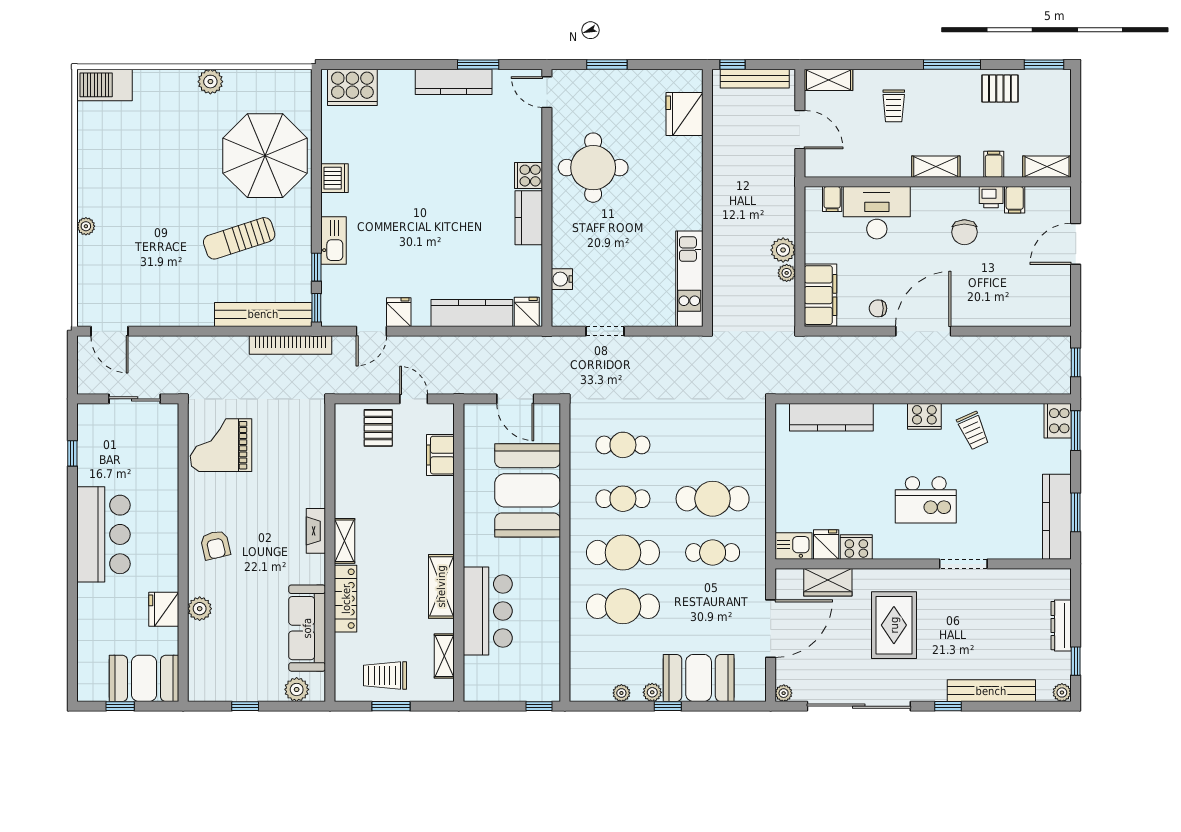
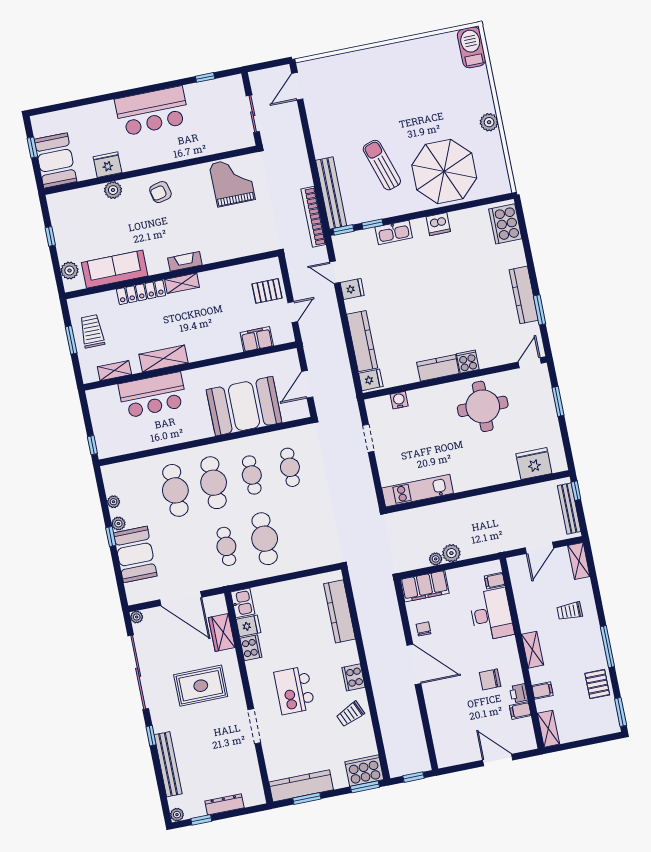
plant: (86, 226) -> (368, 54), removed
cooker: (1058, 421) -> (364, 771), width x1.37, depth x1.31

